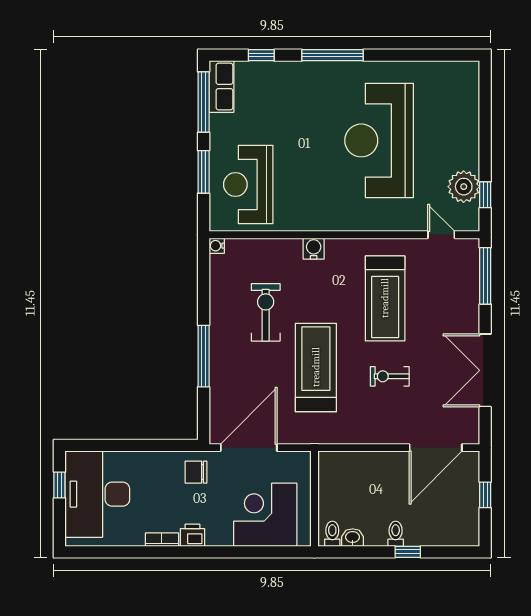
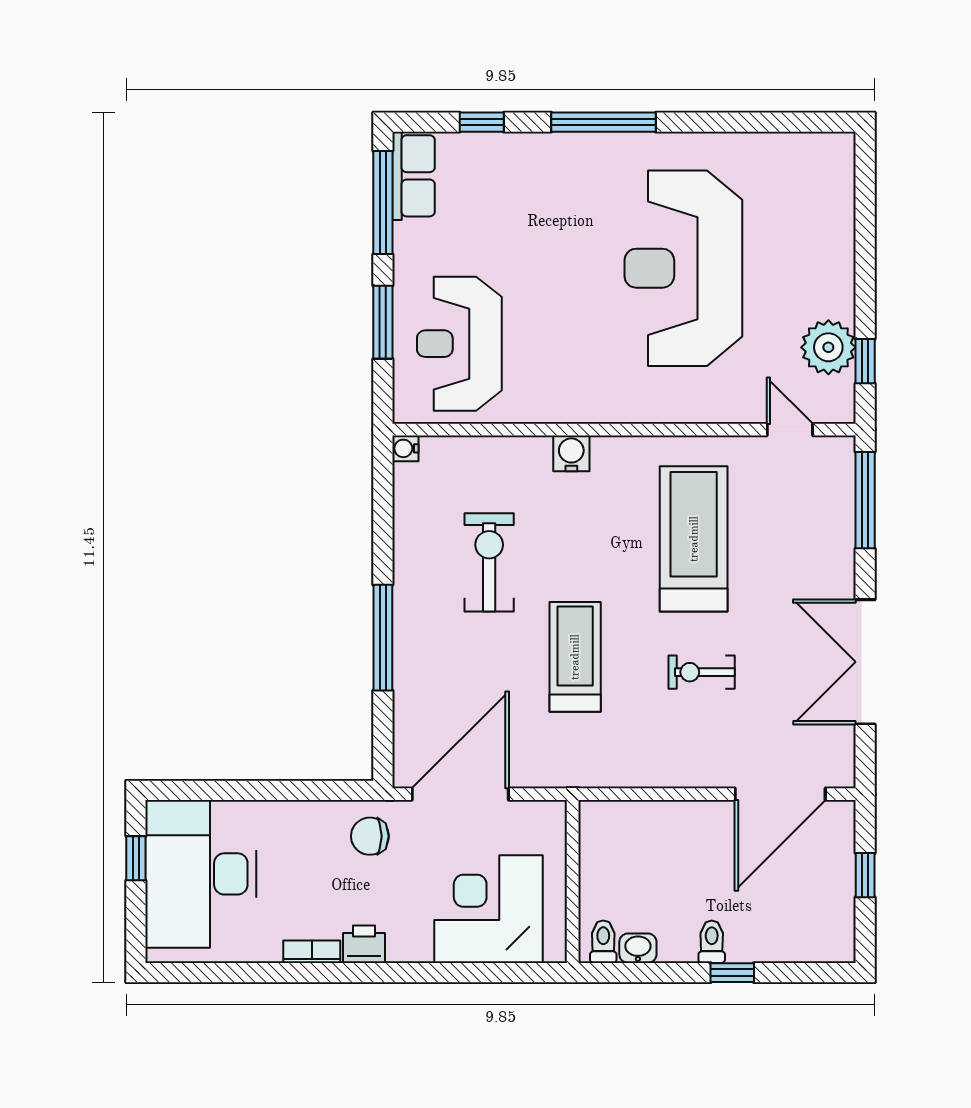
treadmill: (385, 298) -> (694, 539), turned 180
treadmill: (316, 367) -> (575, 657), width x0.73, depth x0.73

